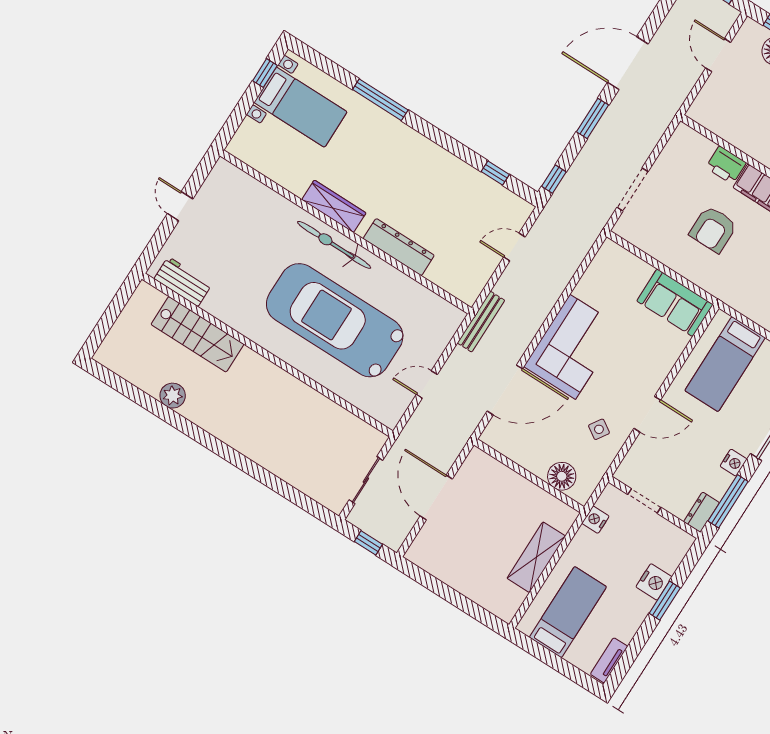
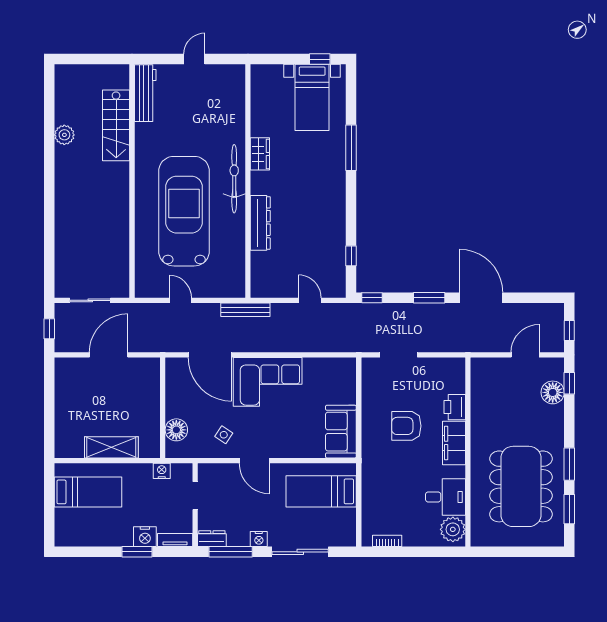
wardrobe: (334, 206) -> (260, 154), width x0.67
workbench: (183, 282) -> (145, 93), width x1.38
tv unit: (609, 660) -> (175, 540), moved

